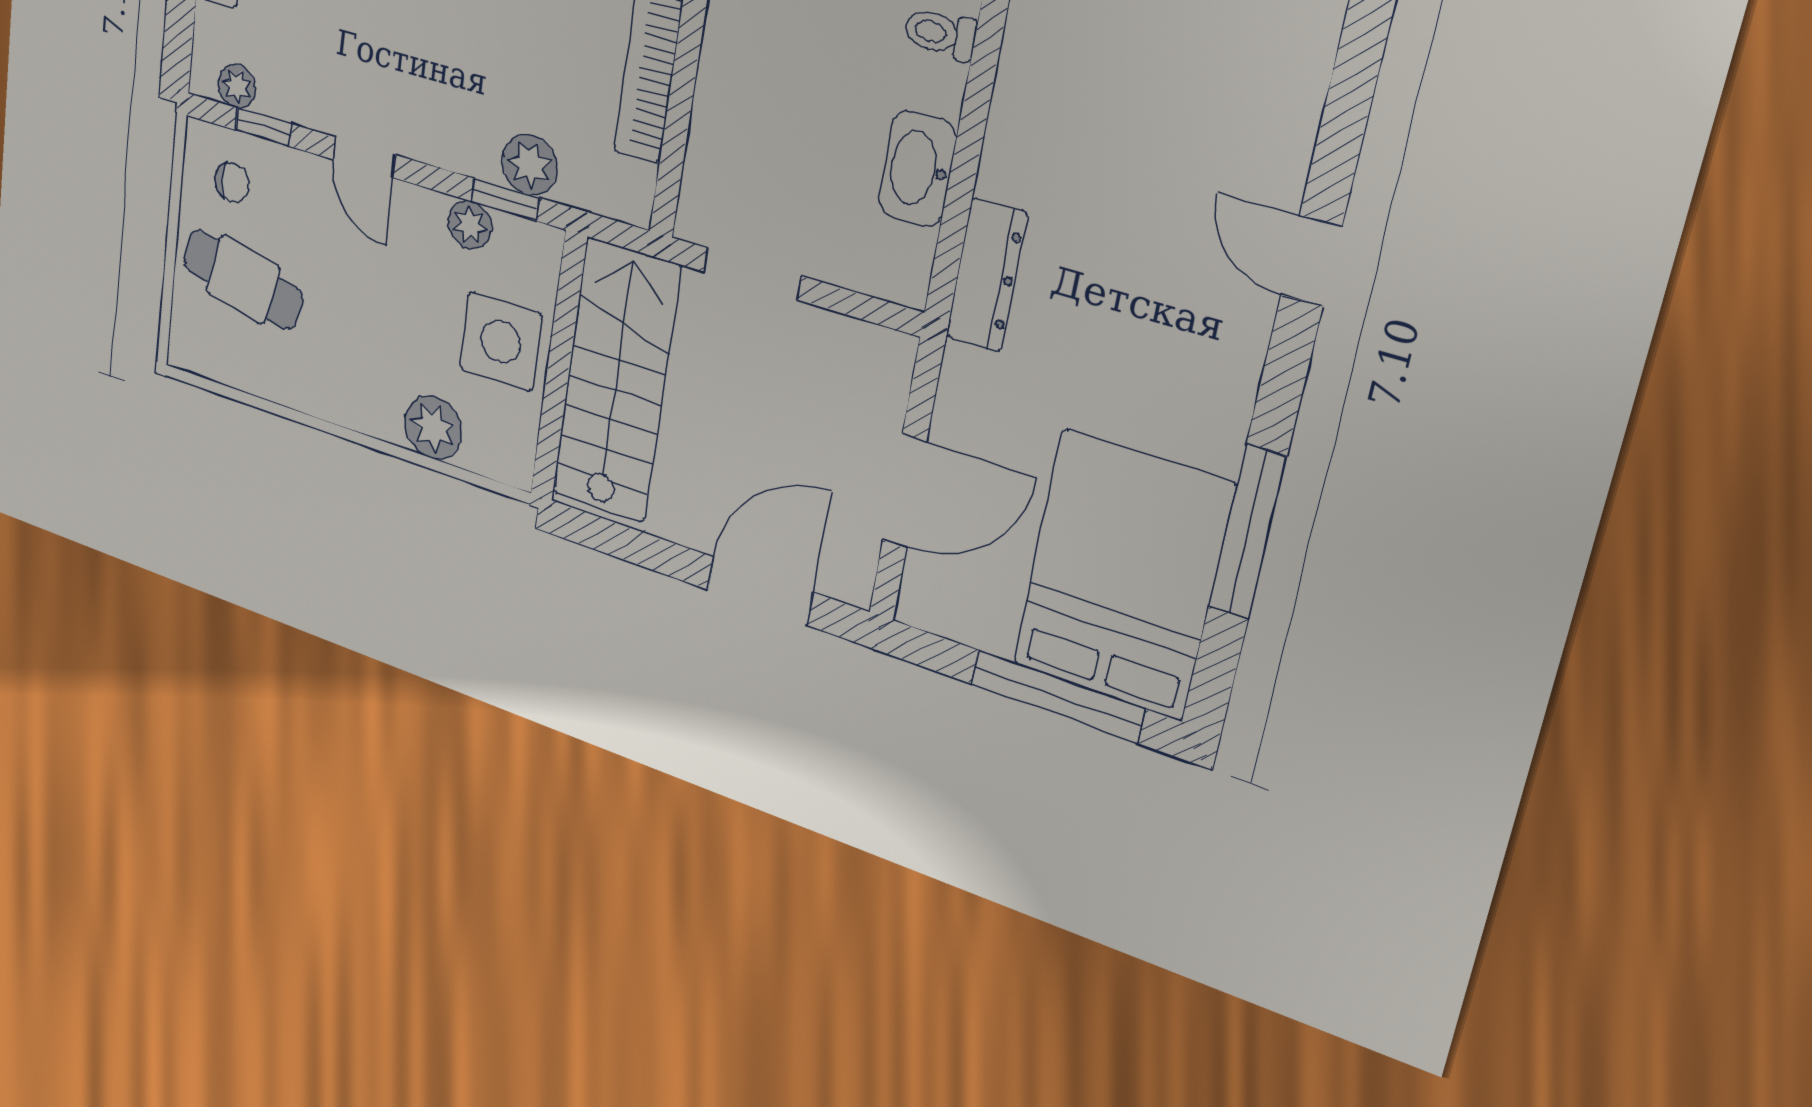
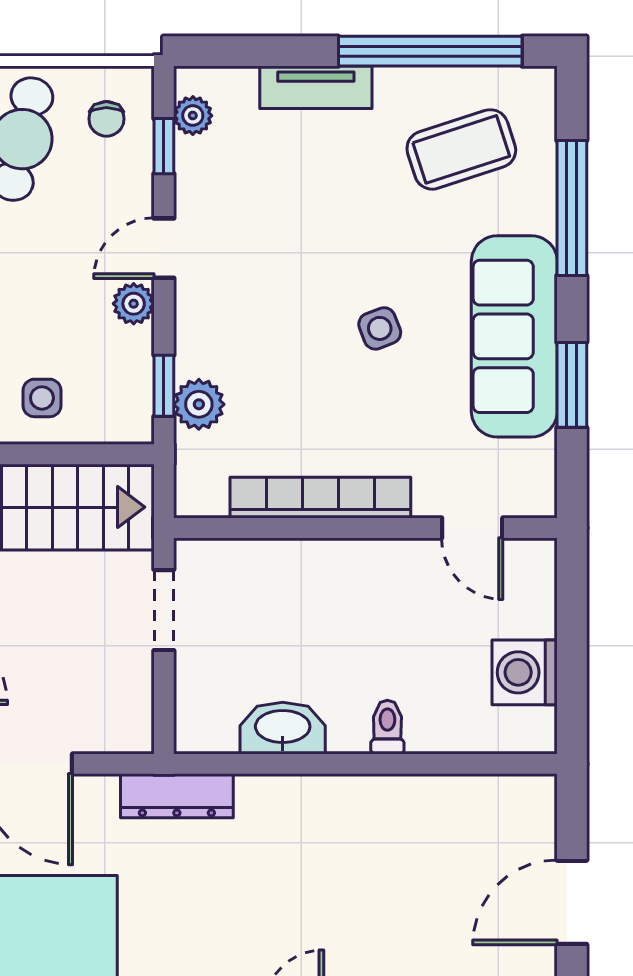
plant: (470, 225) -> (134, 304), moved
dresser: (986, 275) -> (177, 796), moved
side table: (501, 341) -> (42, 398), width x0.54, depth x0.54

